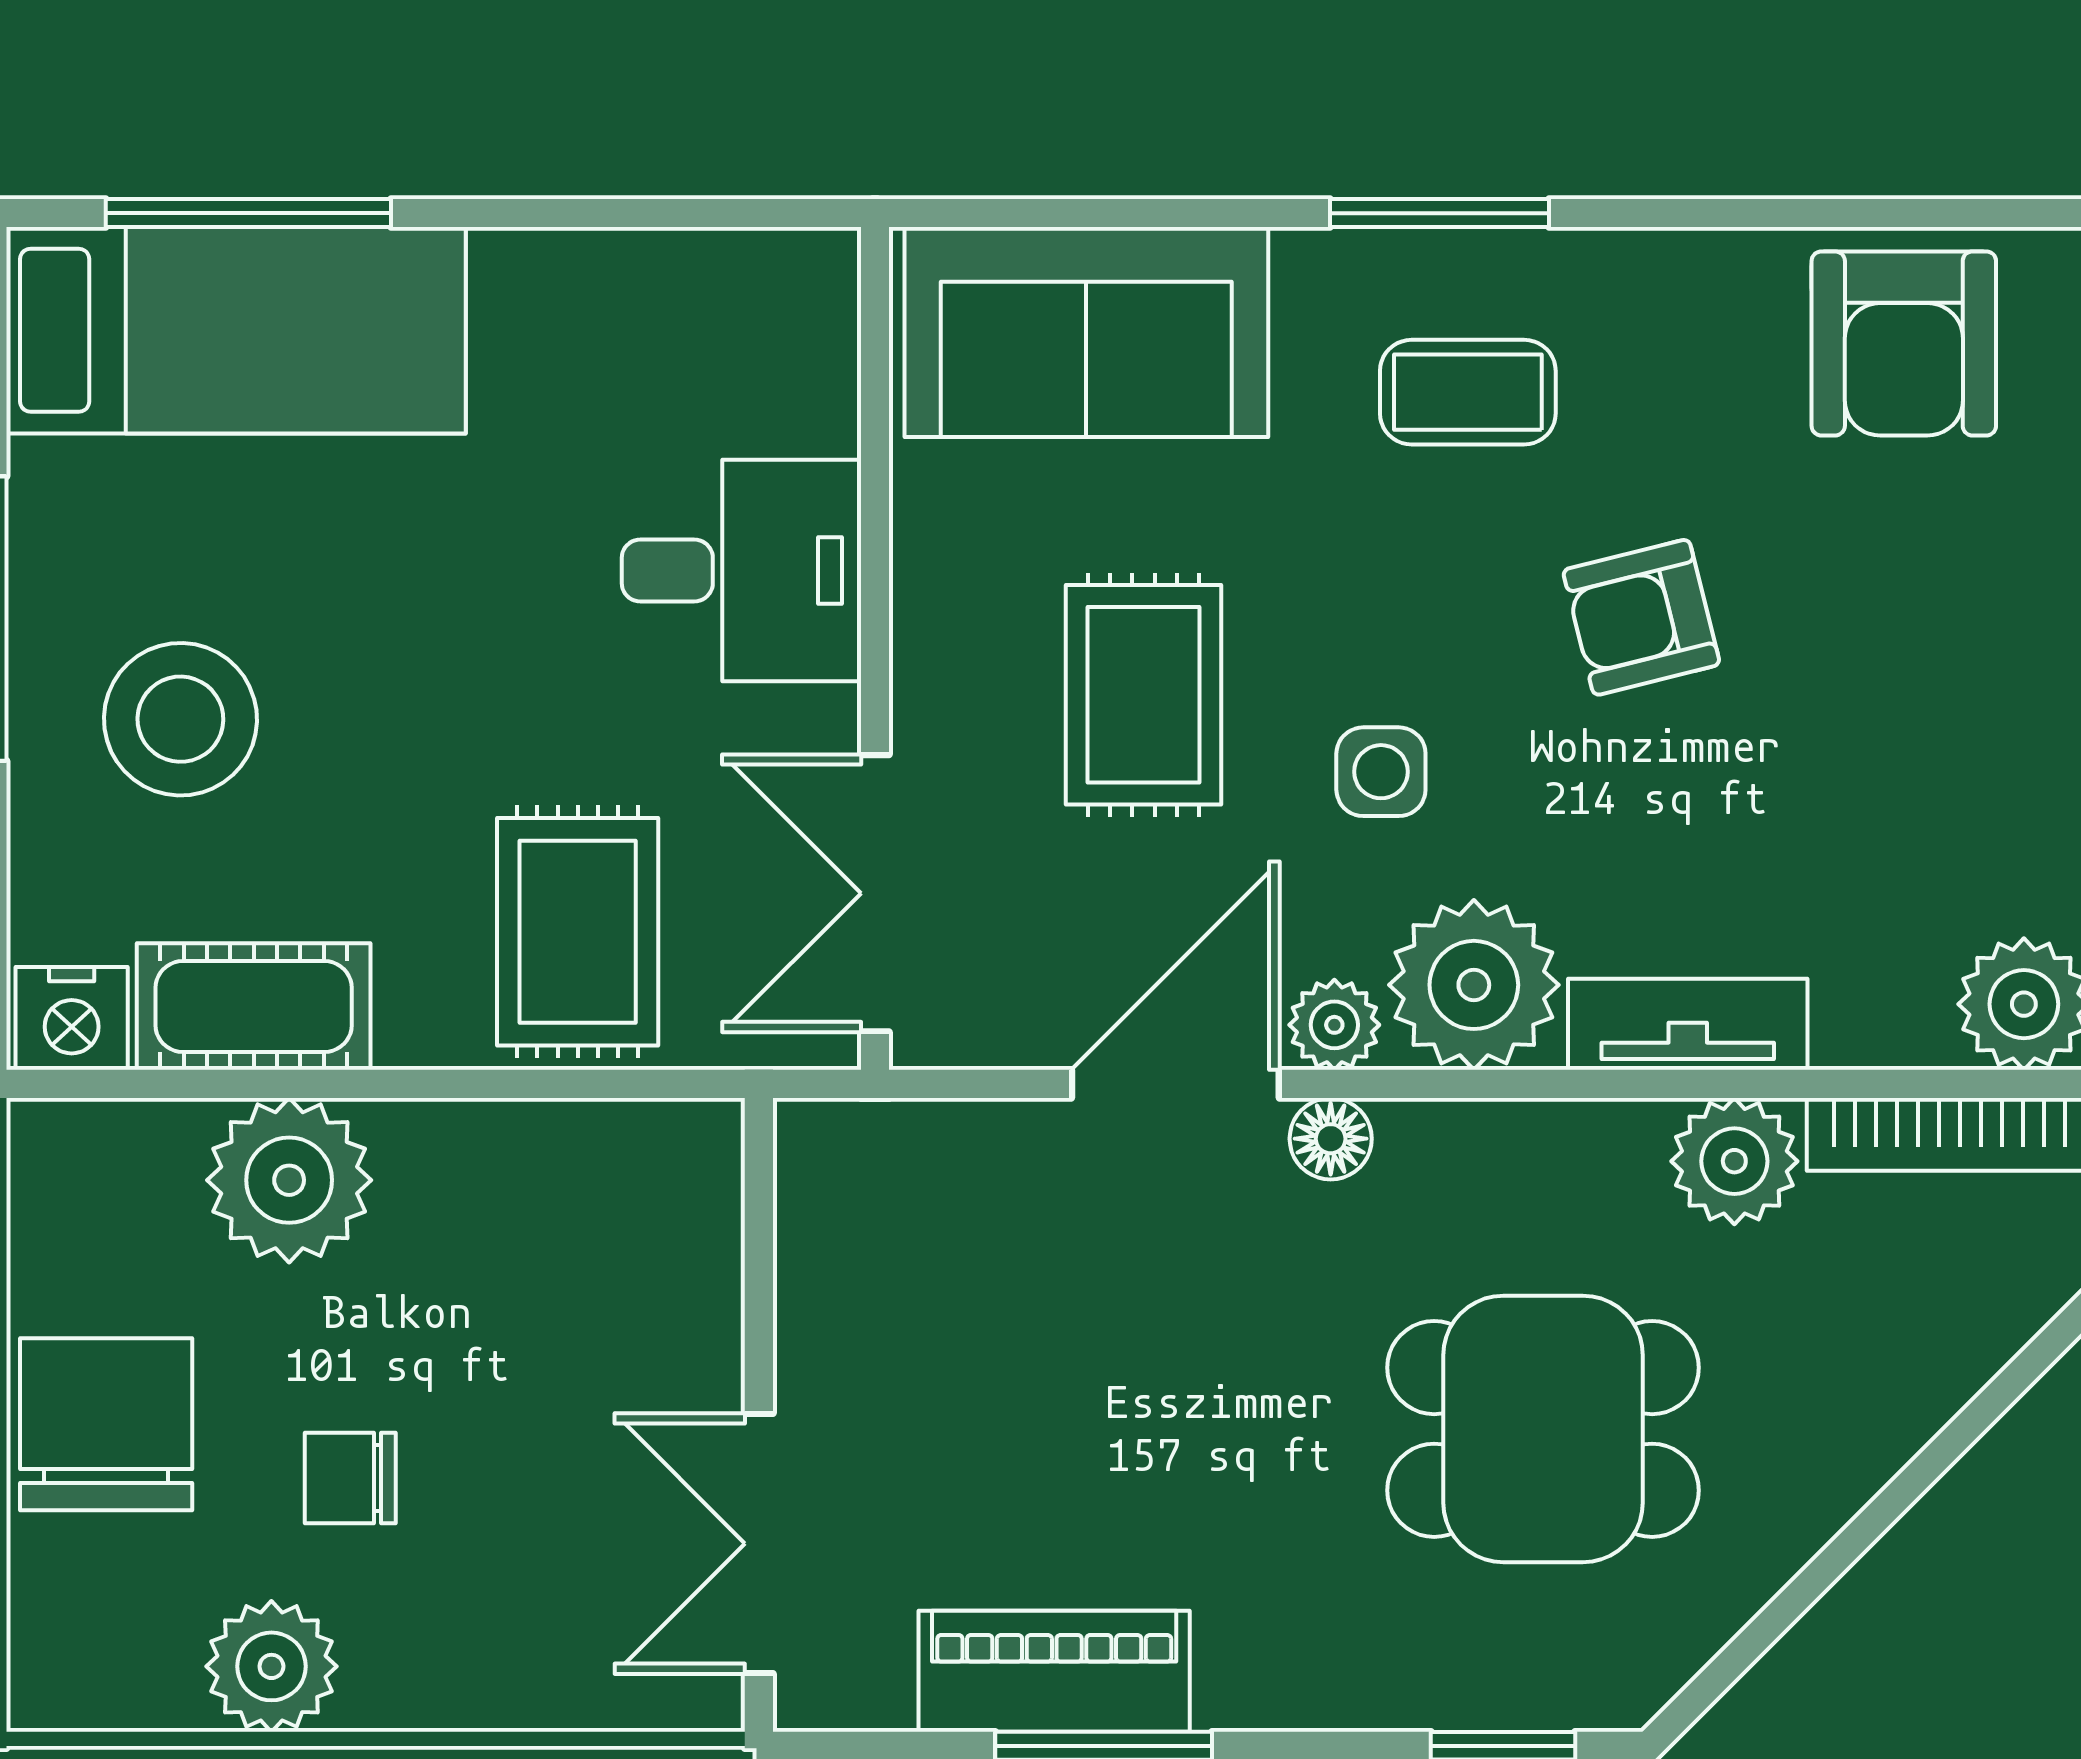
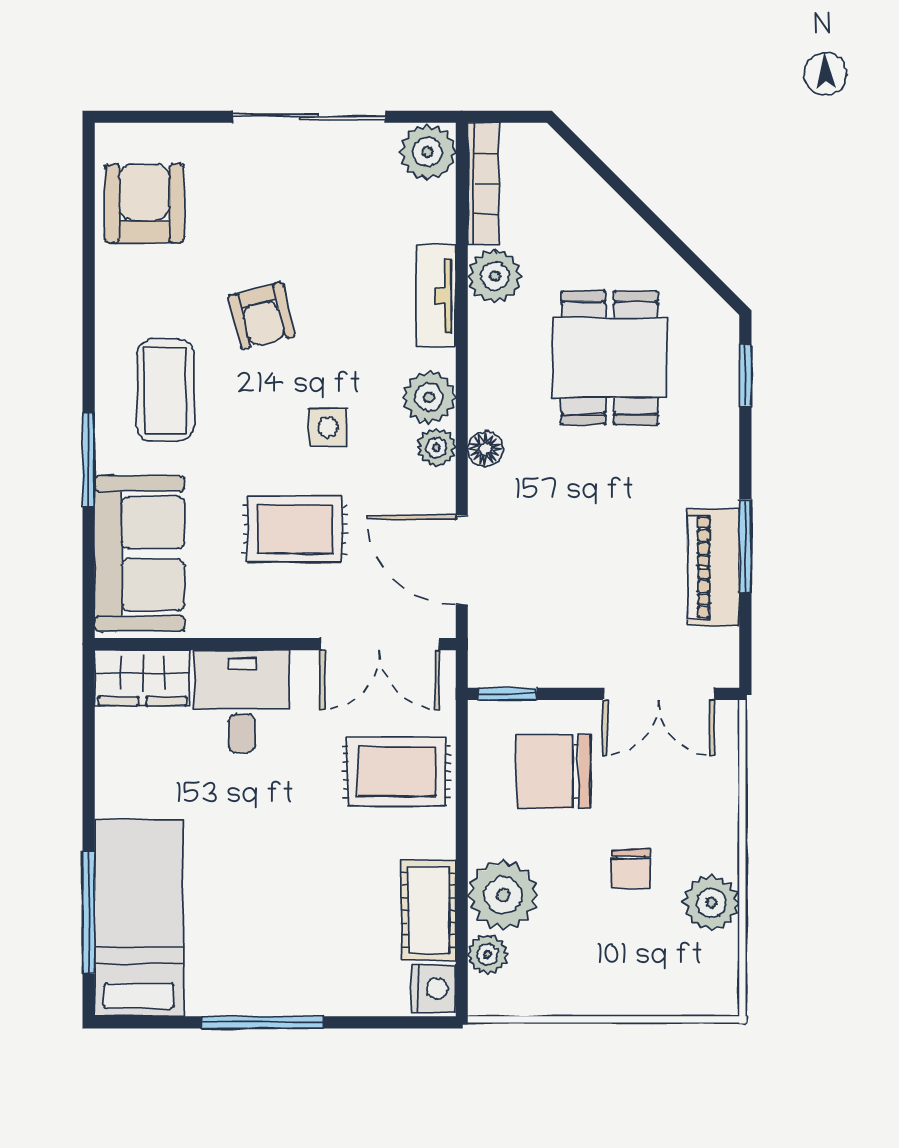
window: (1439, 213) -> (89, 460), moved
wardrobe: (796, 339) -> (142, 678), added
armchair: (1904, 343) -> (144, 203), turned -90
coffee table: (1468, 392) -> (165, 390), width x1.36, depth x1.30
stool: (180, 719) -> (305, 942), removed
plant: (1474, 985) -> (429, 397), width x0.73, depth x0.73
door: (1175, 1084) -> (462, 560), moved
plant: (151, 1144) -> (488, 954), added
window: (759, 1190) -> (507, 694), added
chair: (106, 1424) -> (554, 772), moved

